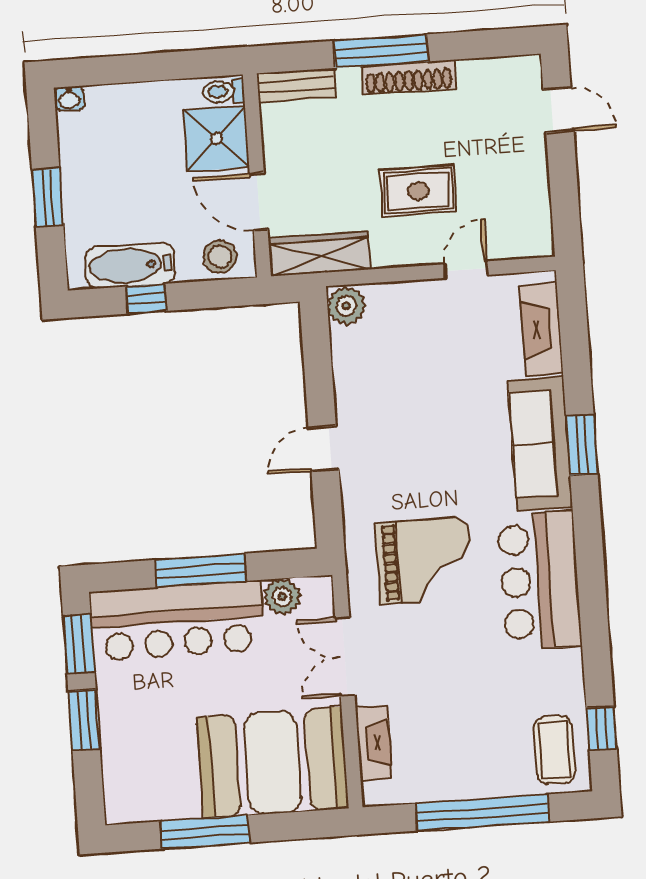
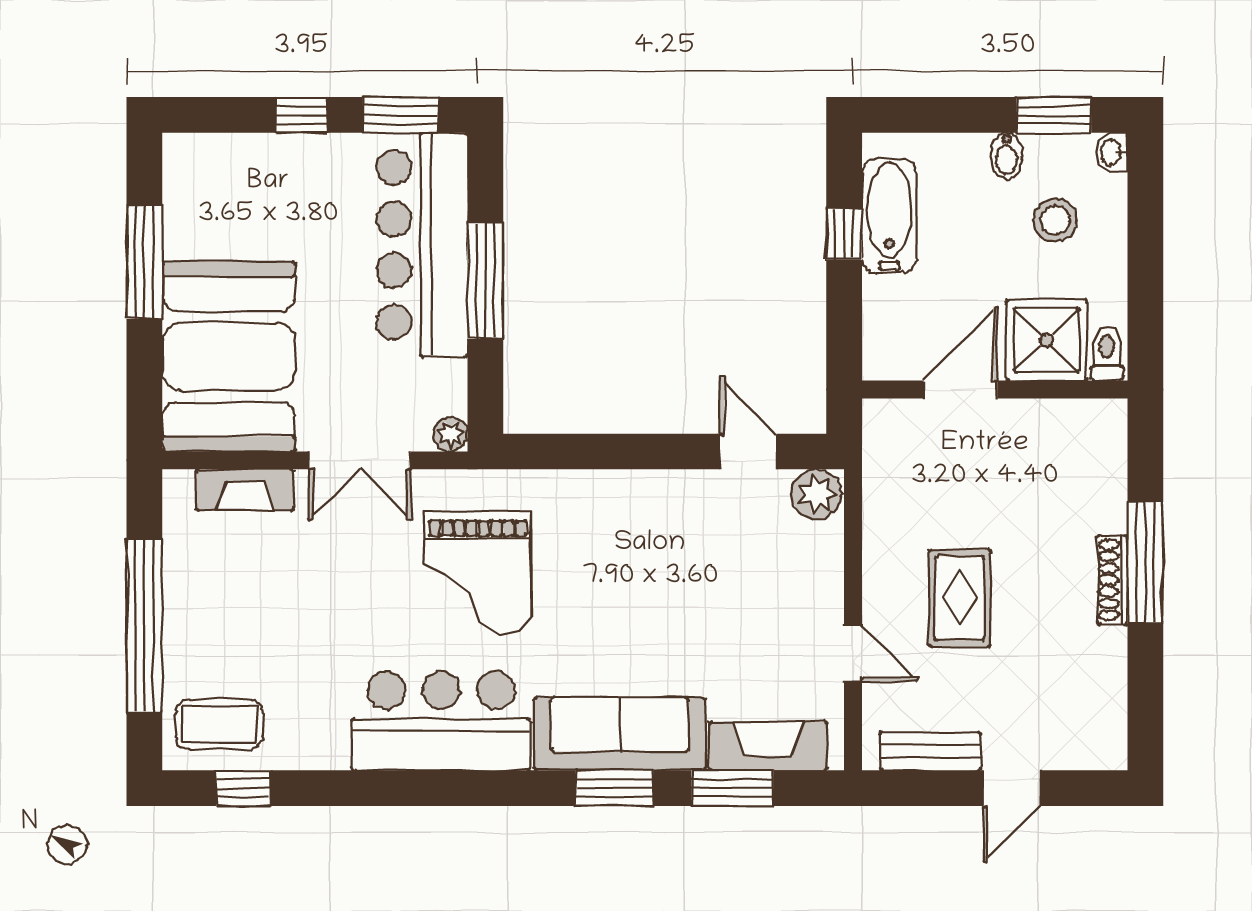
shoe rack: (409, 77) -> (1112, 580), width x0.74, depth x0.81
bench: (296, 85) -> (930, 751), moved, turned 90
door: (558, 110) -> (1012, 788), moved
bidet: (78, 179) -> (1006, 156), added
window: (48, 197) -> (1054, 115), moved
wardrobe: (319, 254) -> (887, 463), removed
stool: (220, 257) -> (1055, 220), moved
window: (576, 355) -> (732, 788), added
door: (324, 448) -> (748, 452), moved
plant: (282, 596) -> (451, 434), moved, width x0.73, depth x0.73
double door: (345, 657) -> (360, 460), swing flipped
window: (84, 720) -> (301, 115), width x0.67

